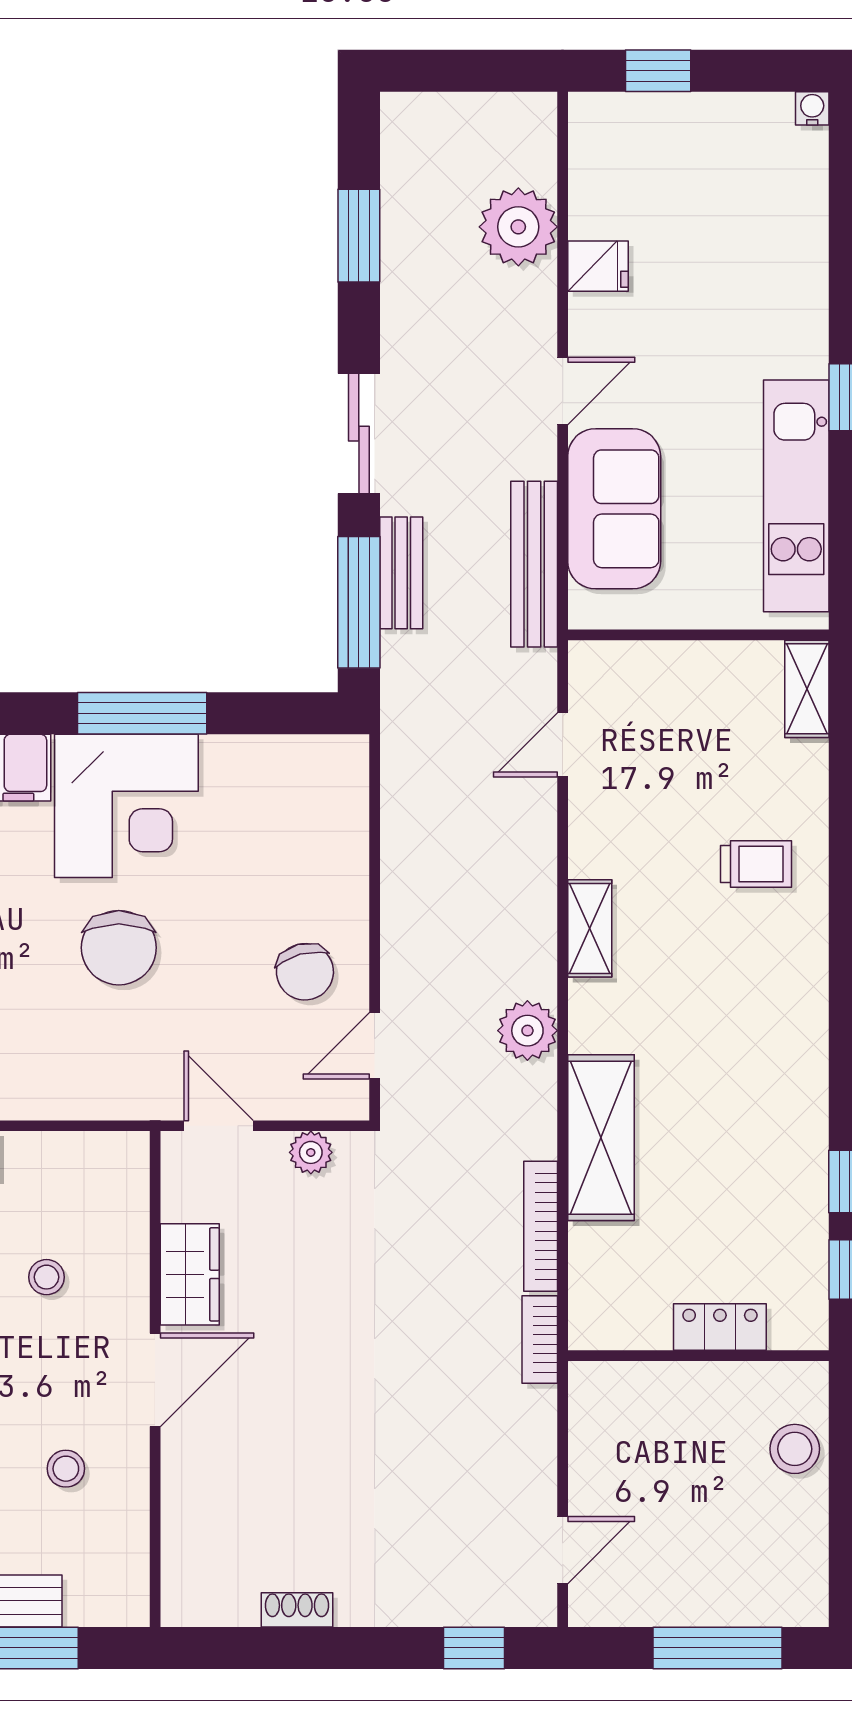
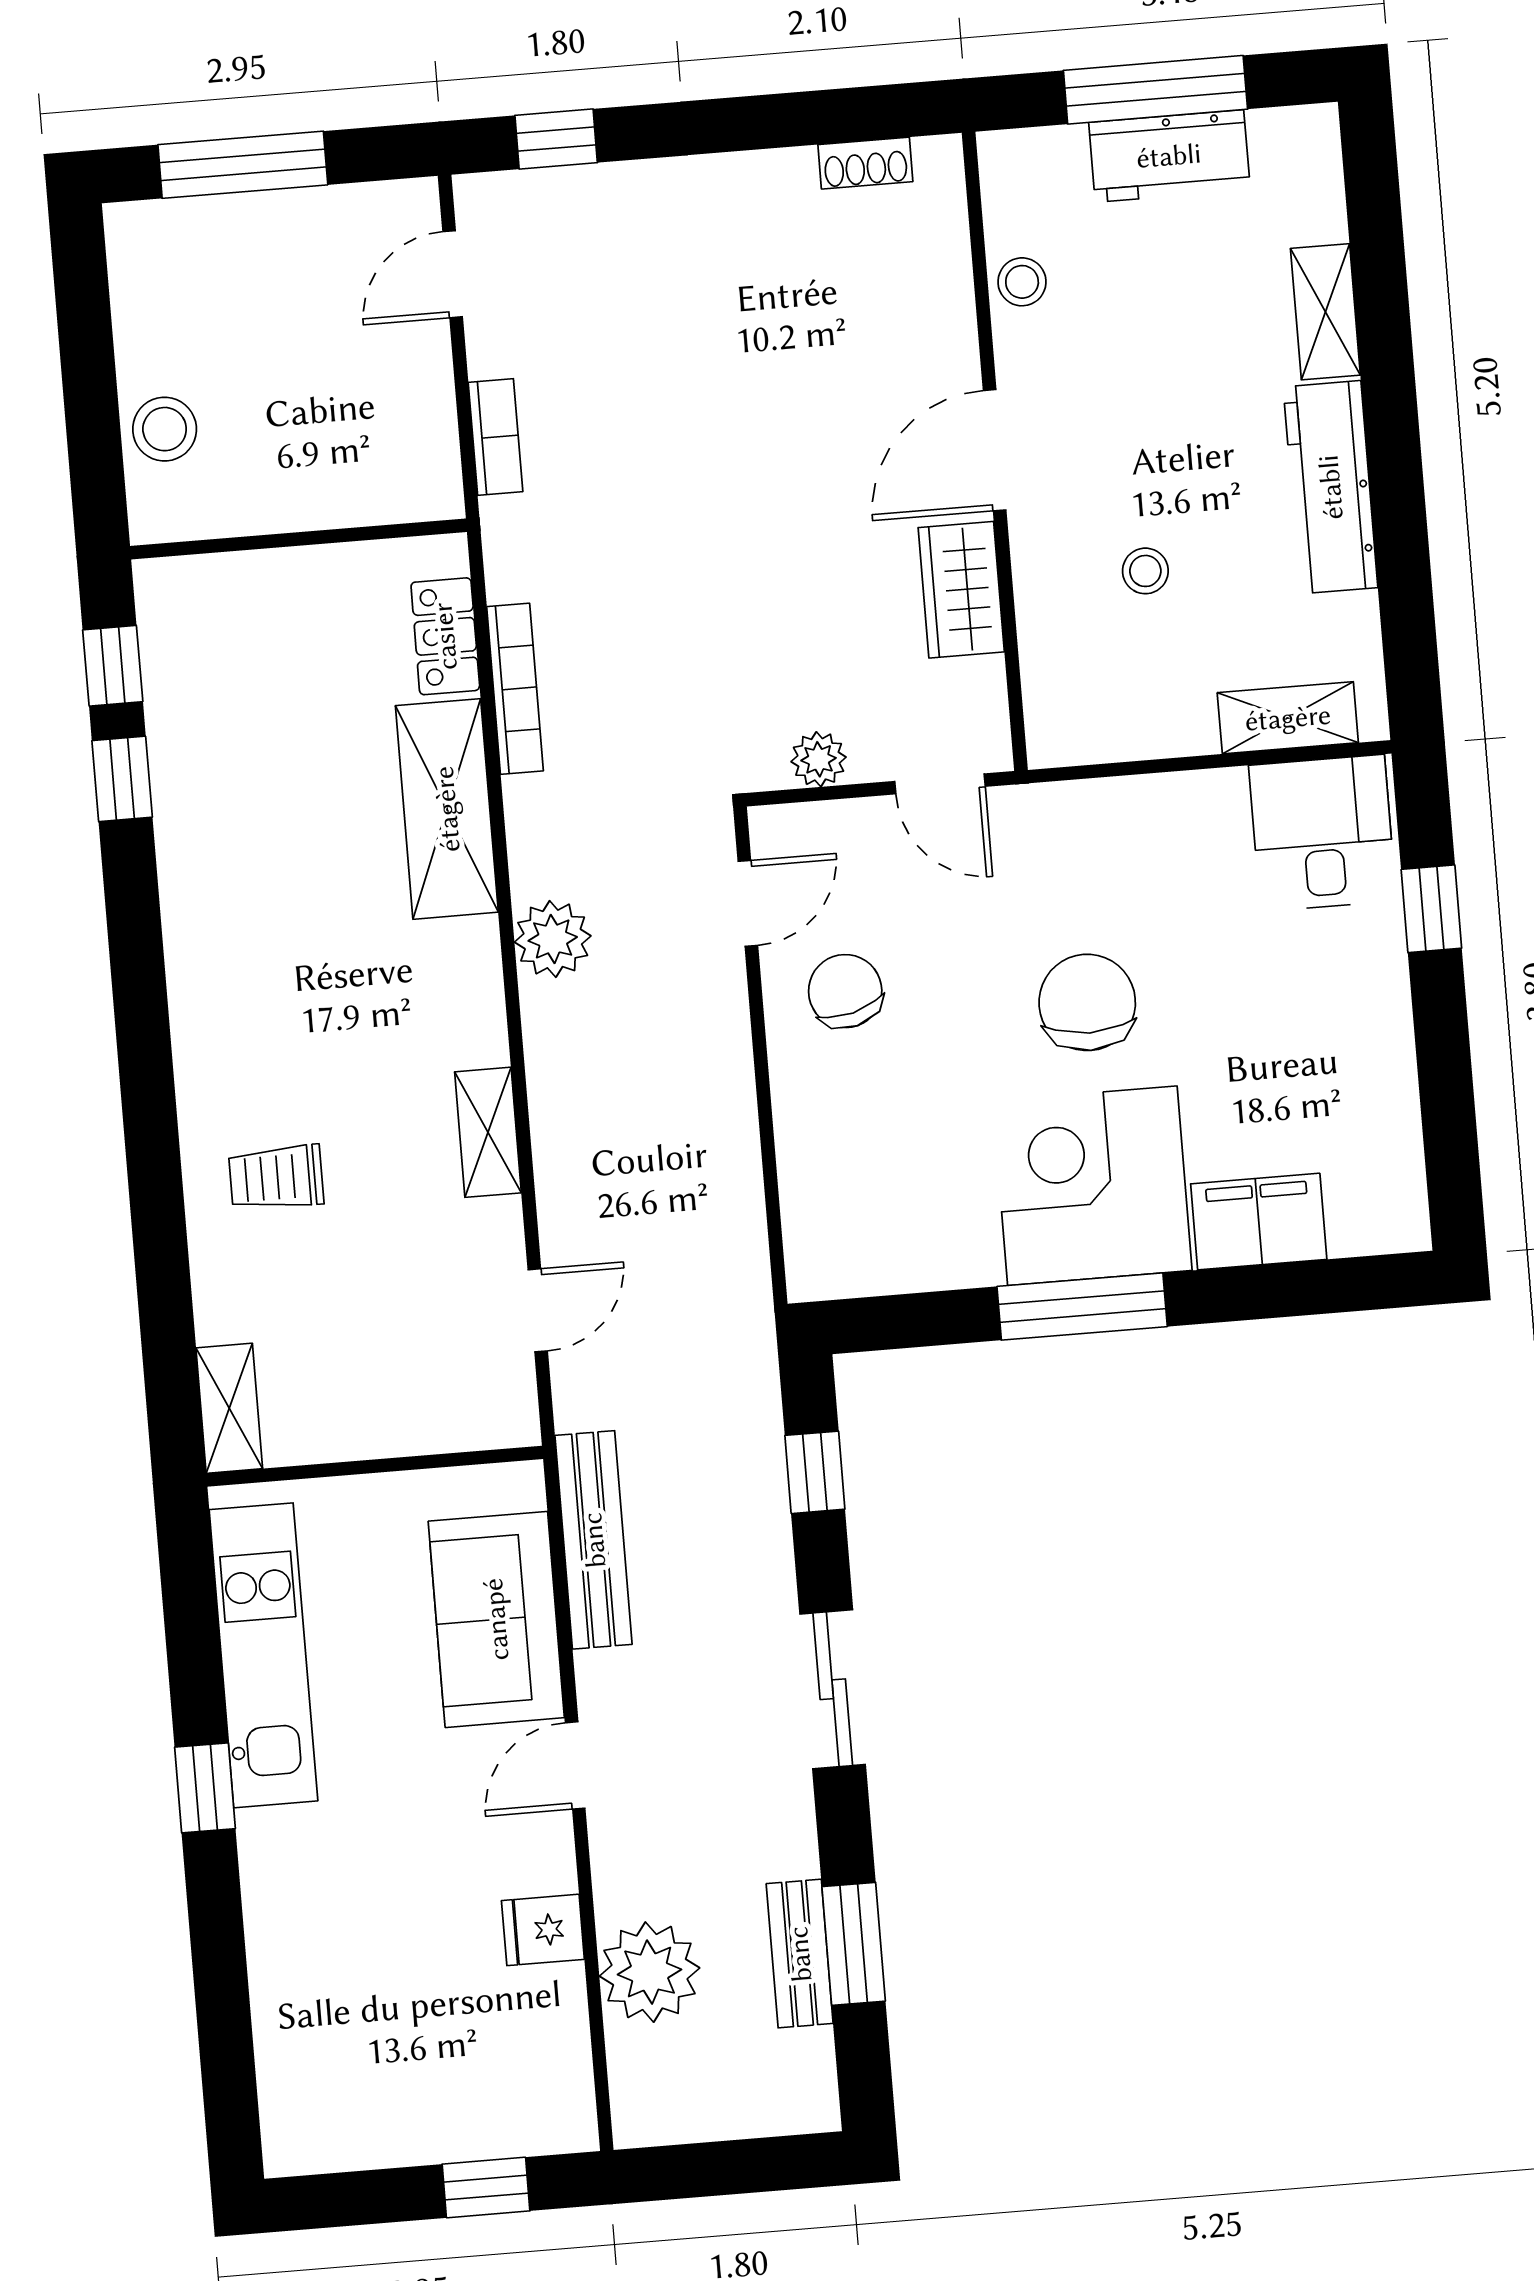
water cooler: (812, 108) -> (284, 2156), removed
bench: (401, 573) -> (800, 1954), moved
window: (359, 602) -> (815, 1472), width x0.46
shelving: (590, 928) -> (488, 1132), moved
locker: (720, 1327) -> (445, 636), moved, turned 90
bookcase: (540, 1340) -> (496, 437), moved
stool: (66, 1469) -> (1022, 282), moved
shoe rack: (297, 1610) -> (865, 163), moved

